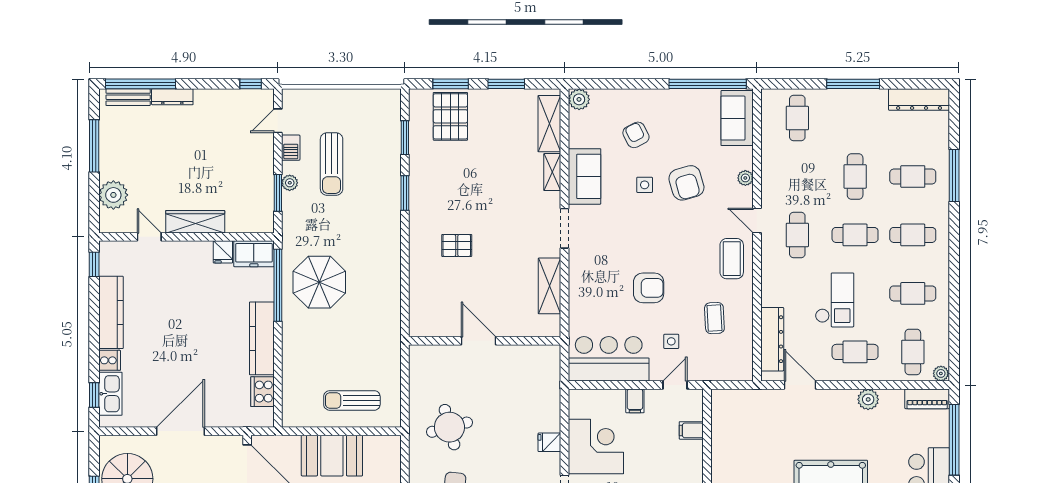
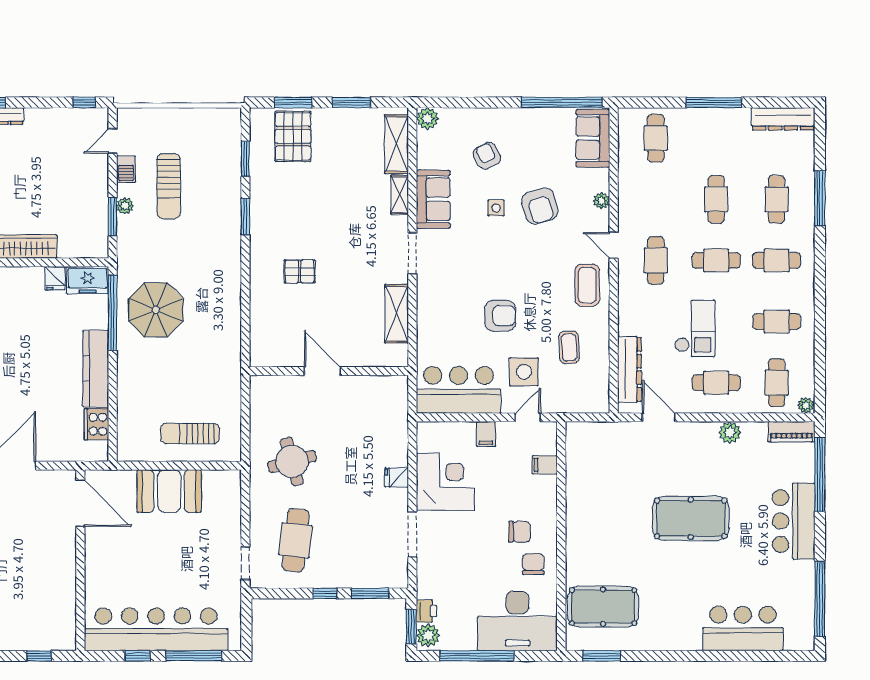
cafe table: (913, 176) -> (777, 199), turned 90
side table: (671, 341) -> (524, 372), width x1.87, depth x1.87

